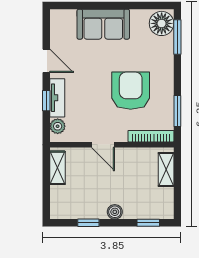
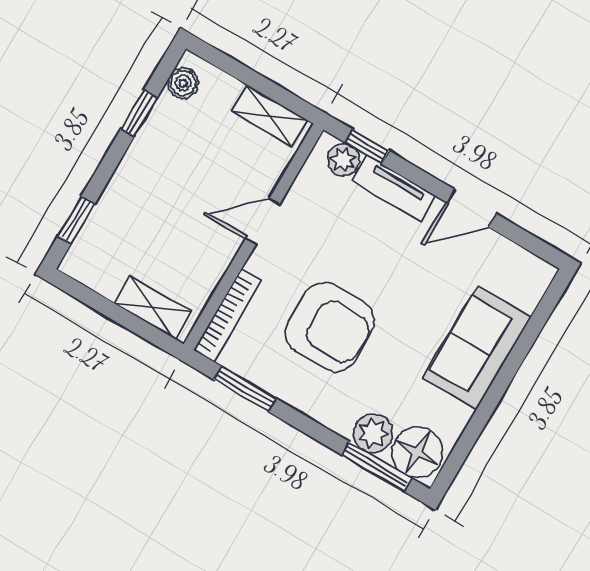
plant: (164, 47) -> (373, 433), added
window: (46, 101) -> (367, 146), moved
boiler: (115, 212) -> (183, 83), moved

